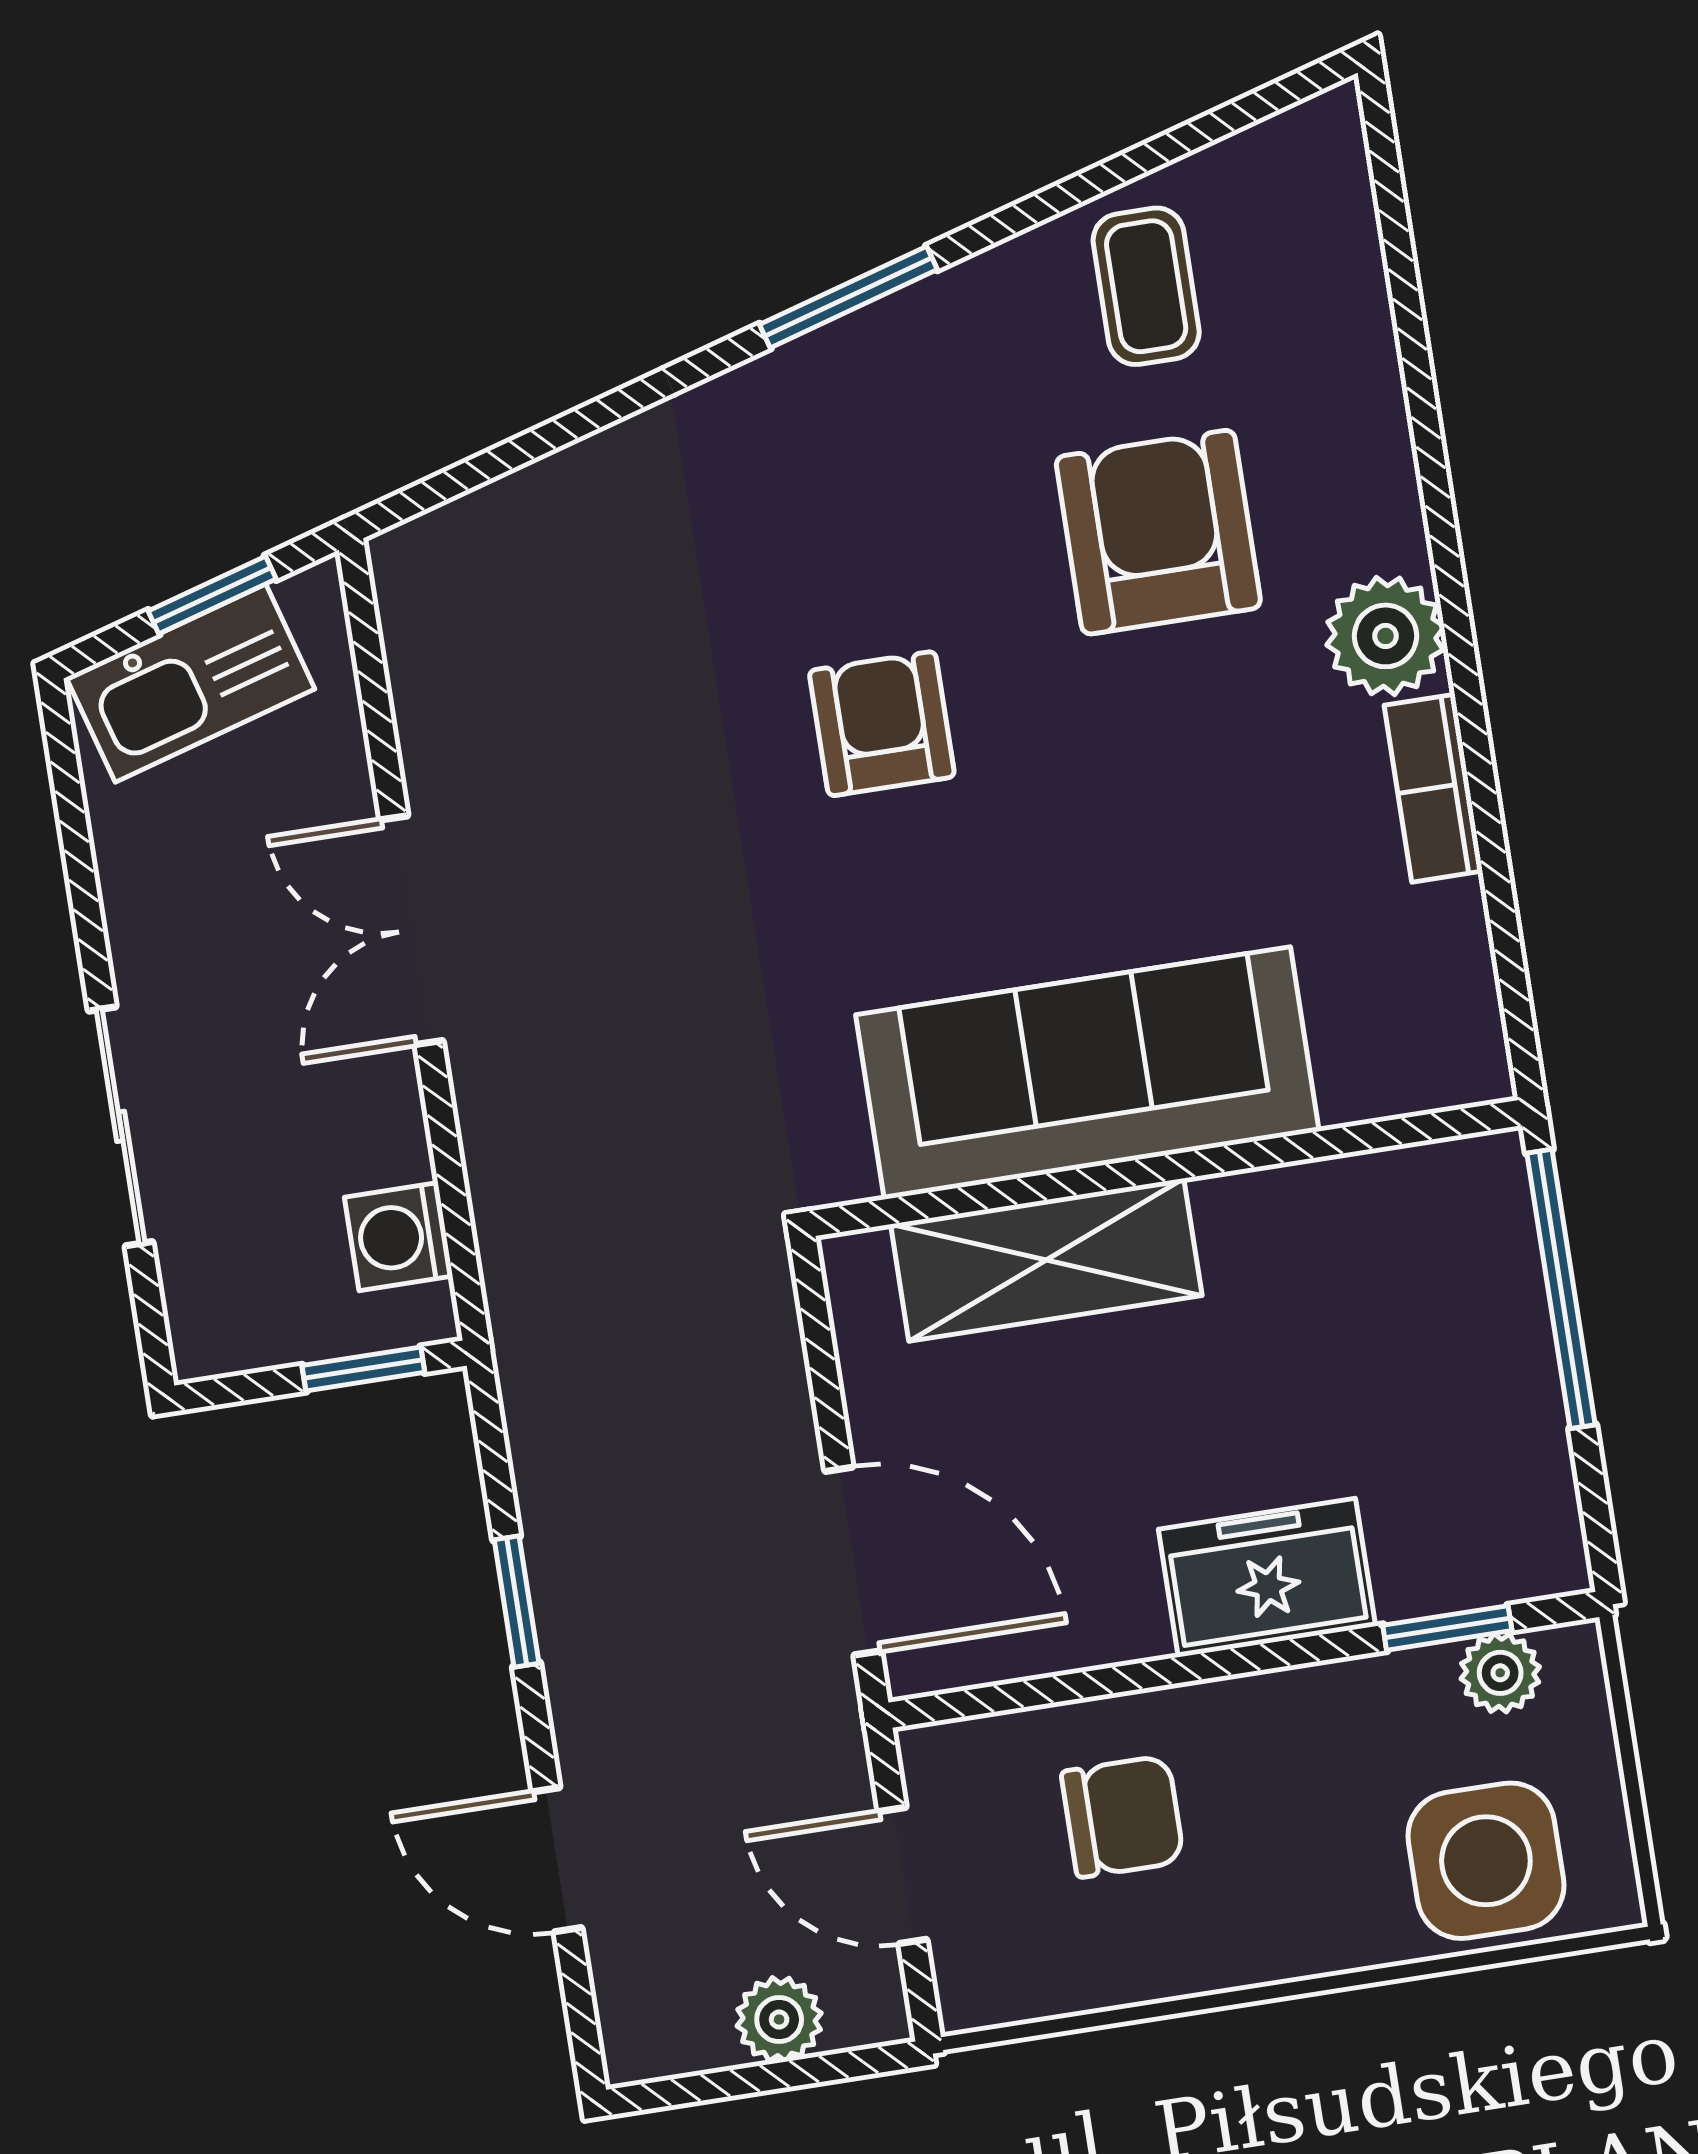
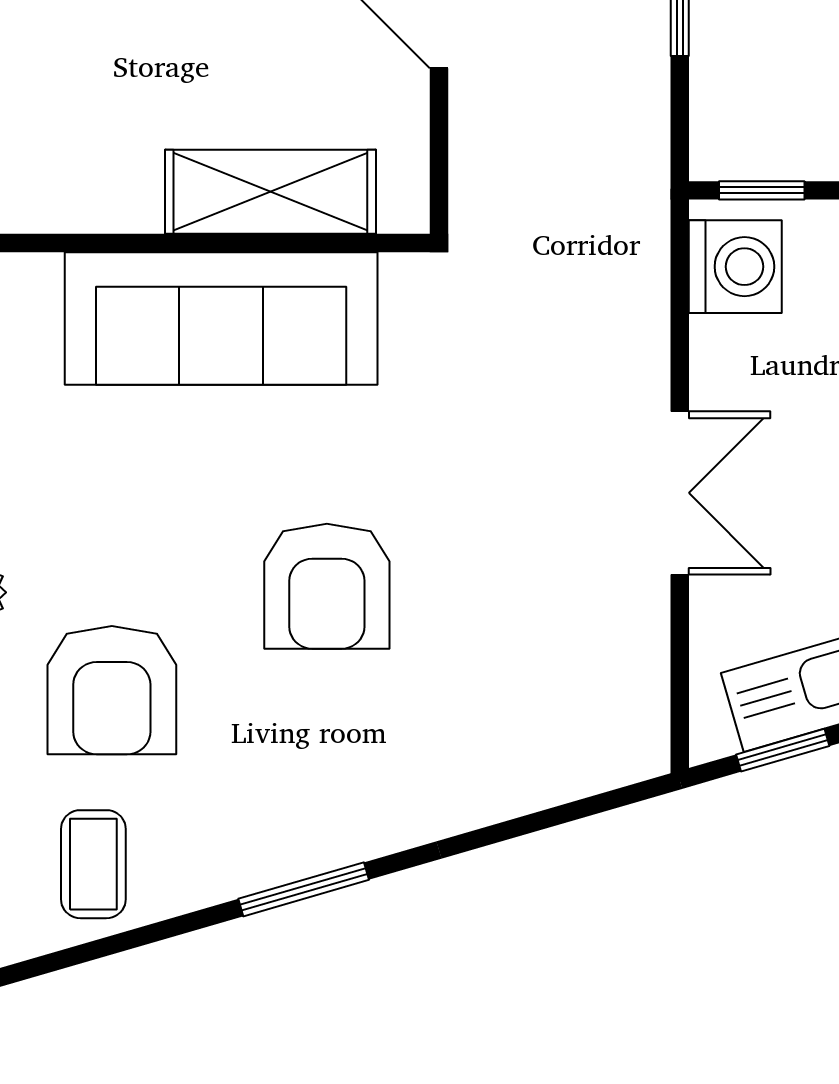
armchair: (882, 724) -> (327, 586), width x1.38, depth x1.38
washing machine: (399, 1237) -> (735, 267), width x1.38, depth x1.38

